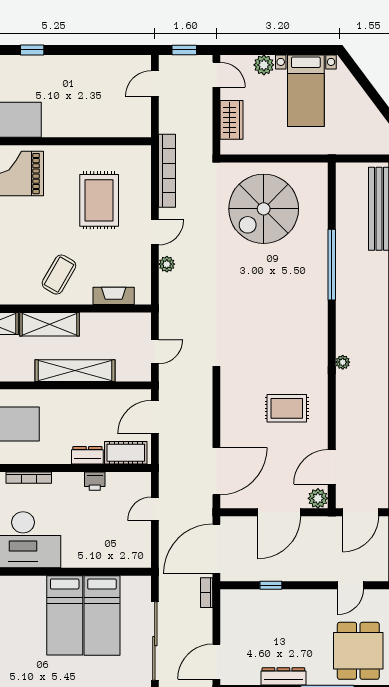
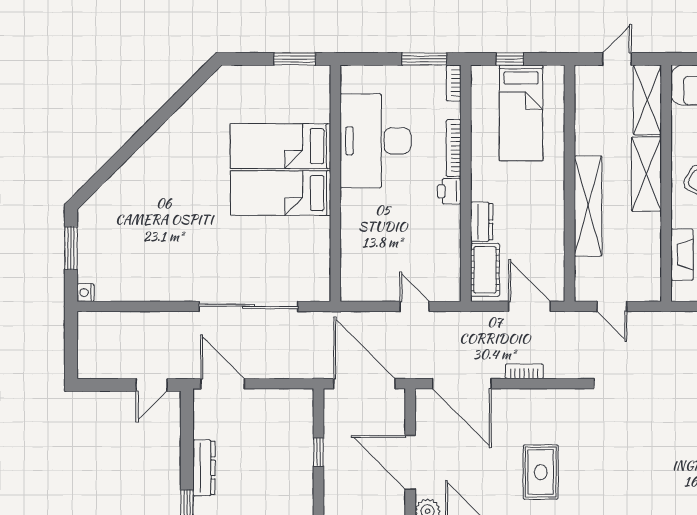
printer: (95, 481) -> (449, 191), moved
bookcase: (207, 593) -> (524, 371), moved
bed: (102, 616) -> (280, 146), moved

